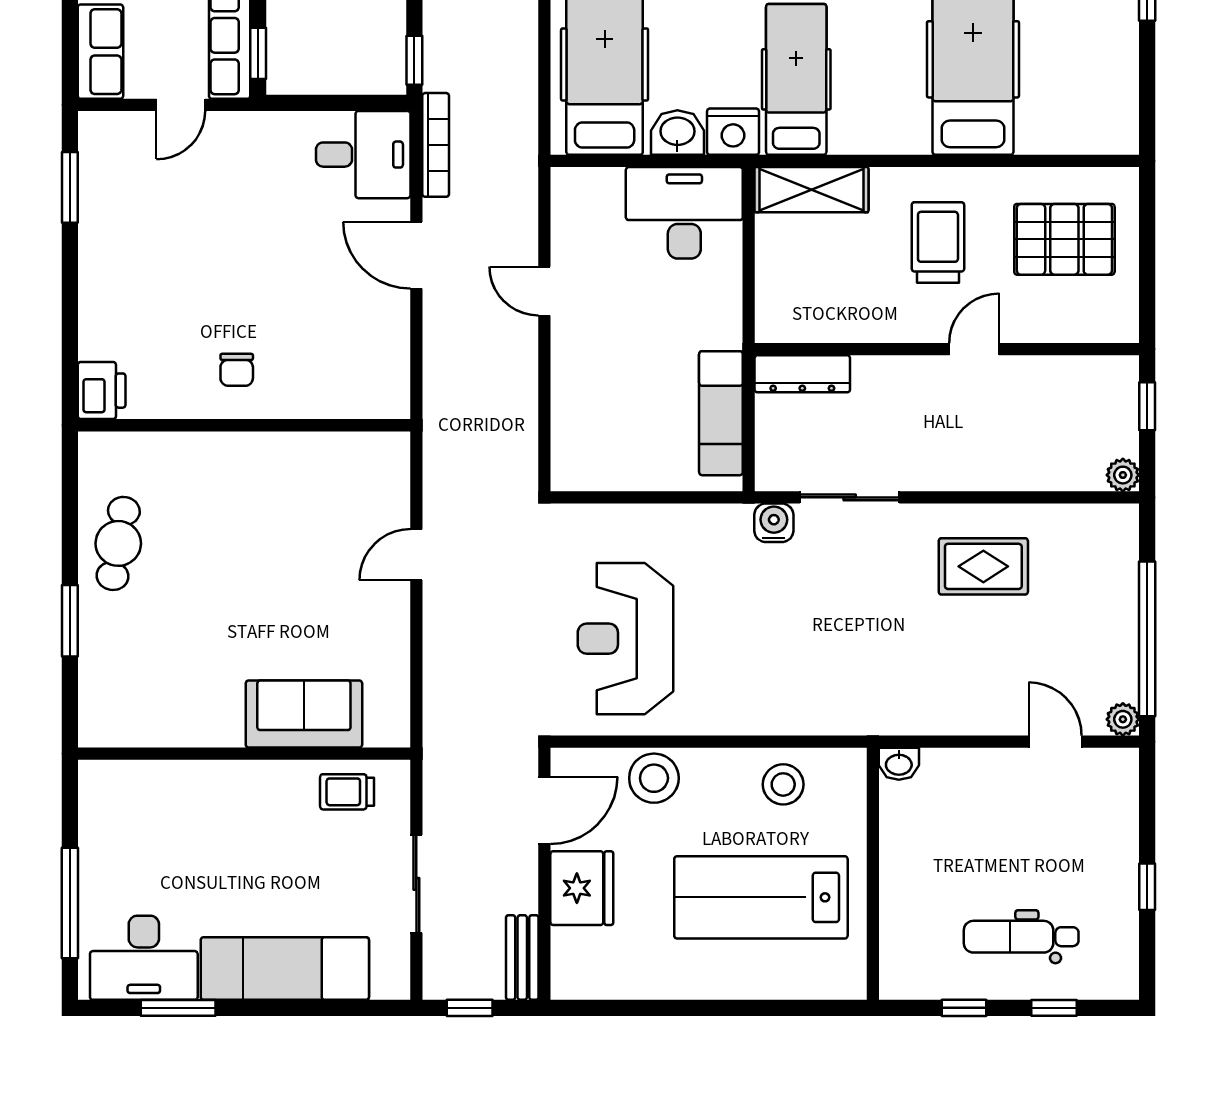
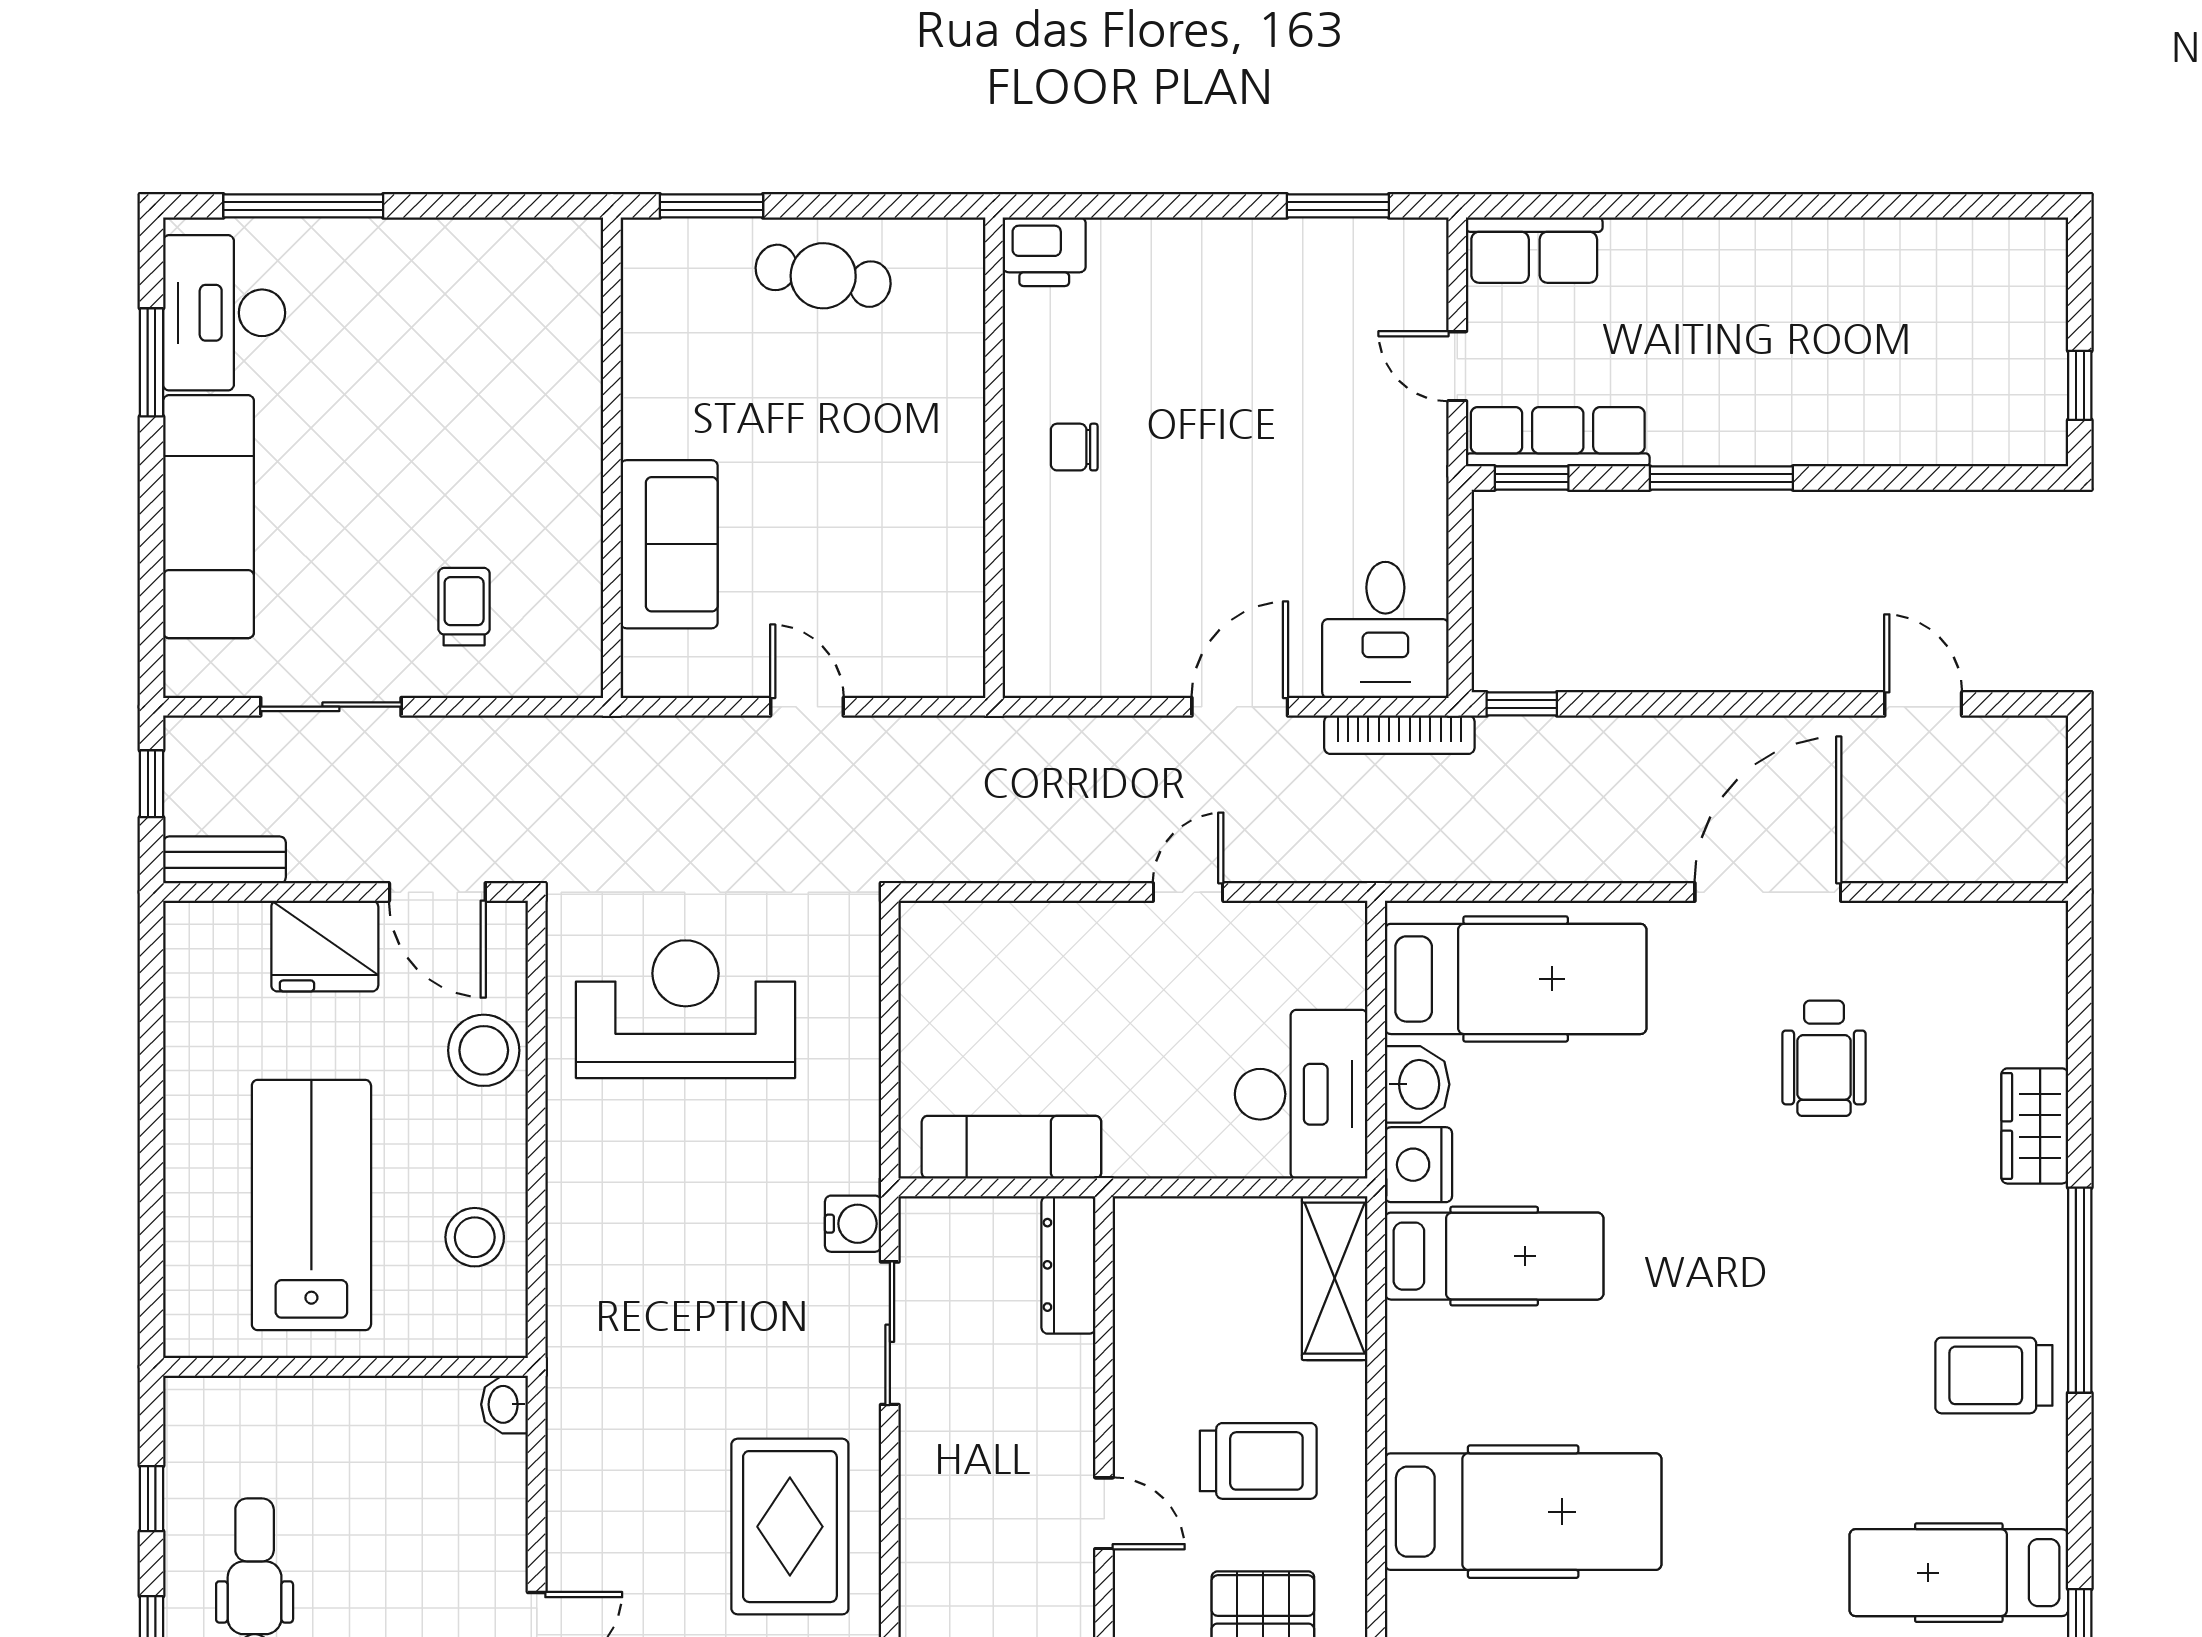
rug: (983, 566) -> (790, 1527), width x1.36, depth x1.43
sofa: (304, 714) -> (669, 544), moved
wall: (244, 754) -> (612, 458), moved

